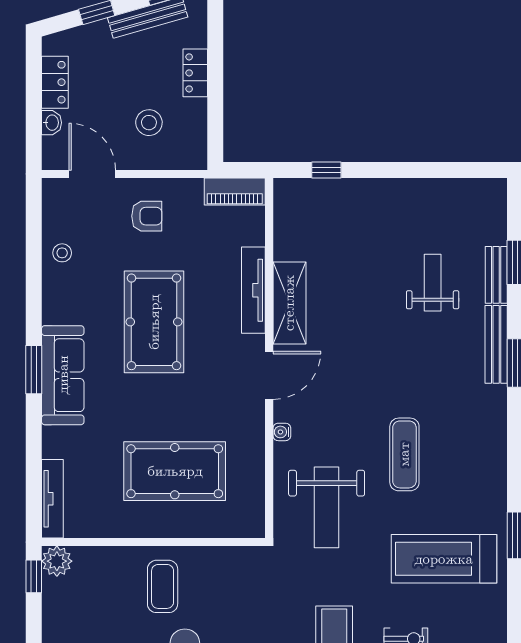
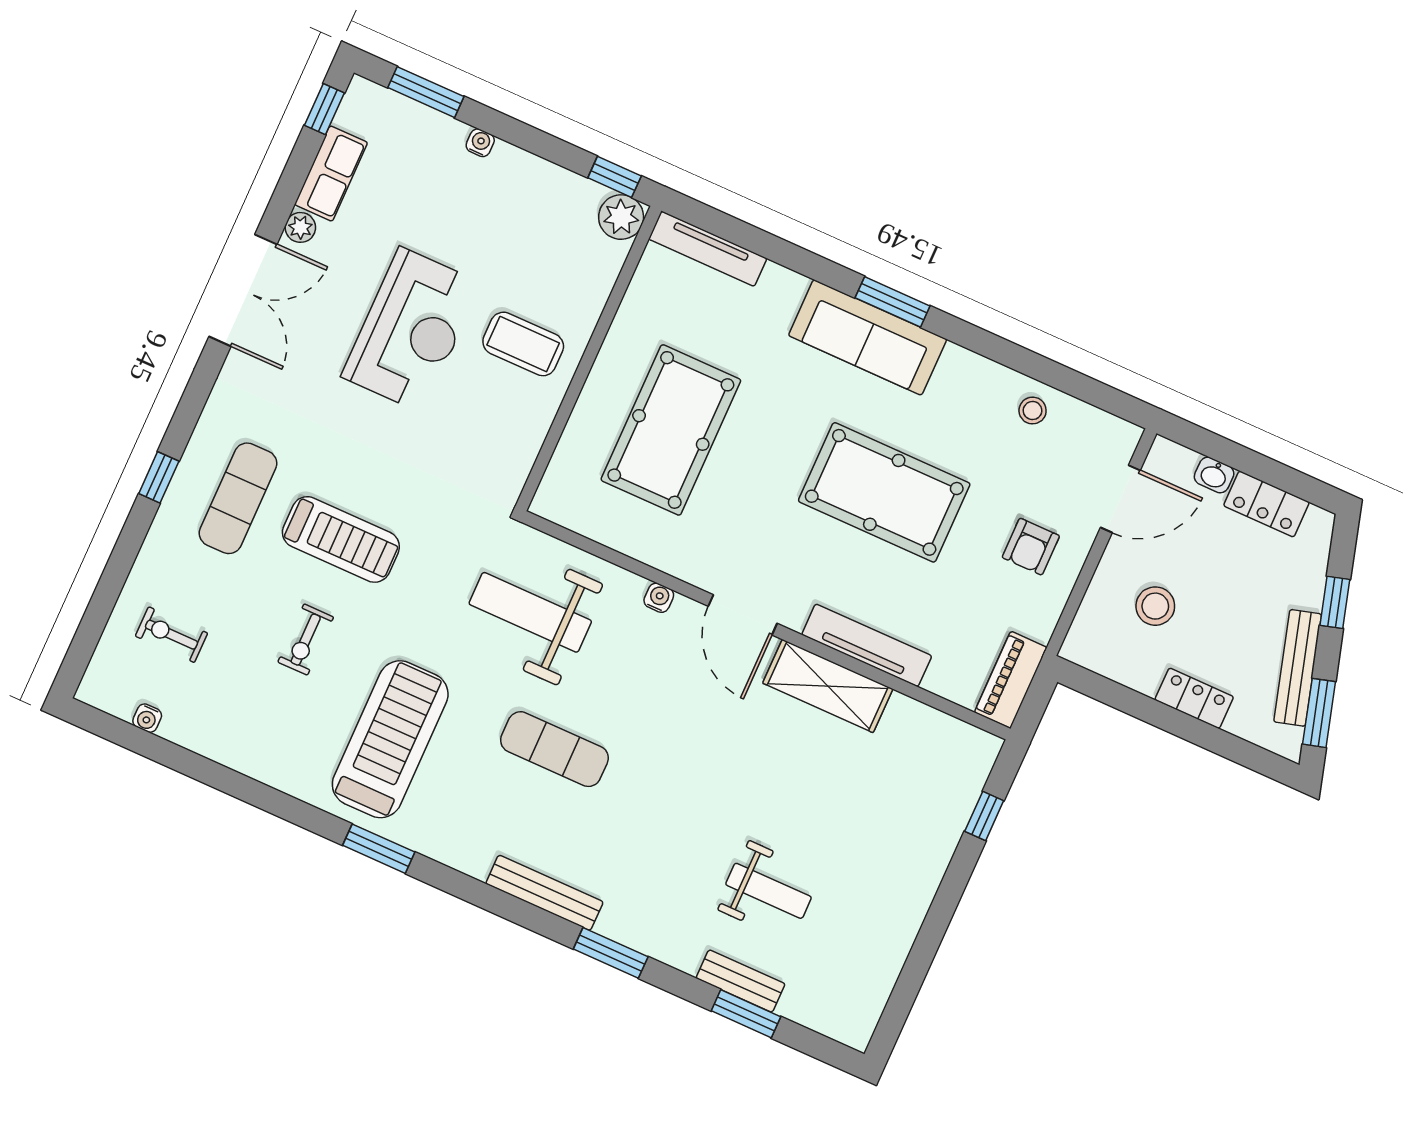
bench: (496, 344) -> (544, 893), moved

